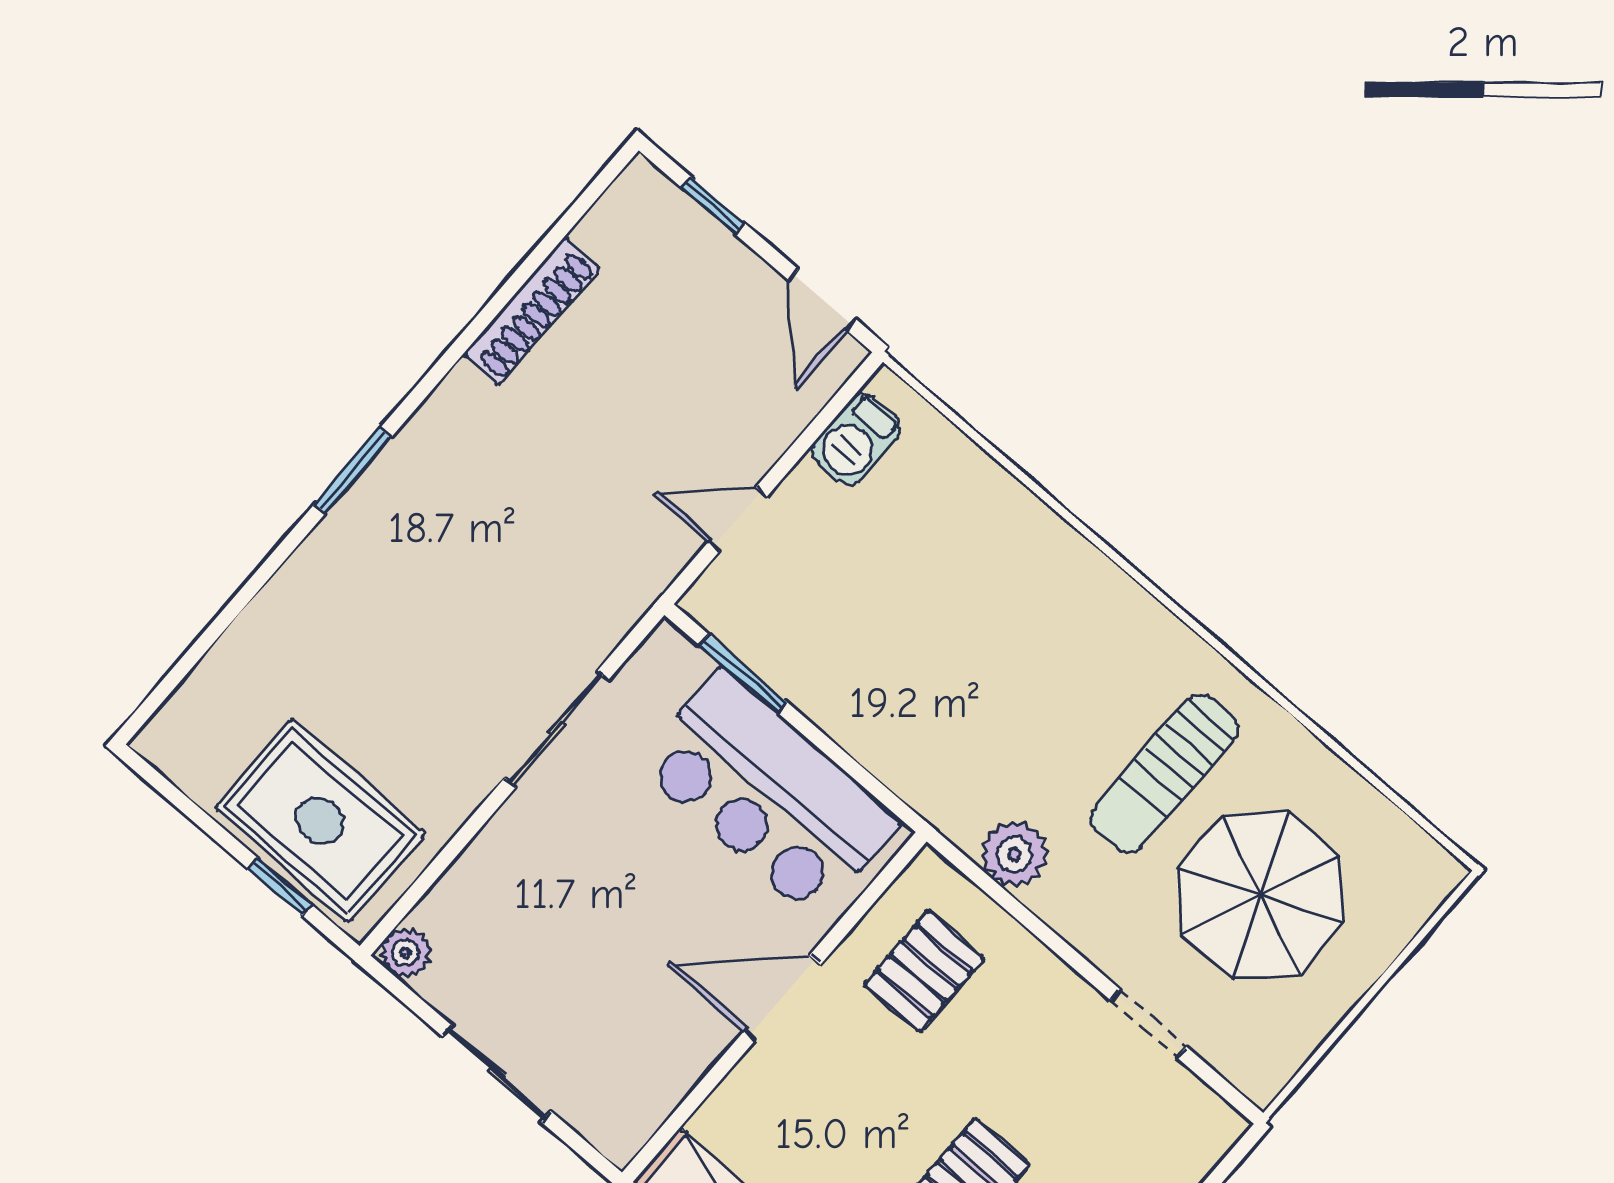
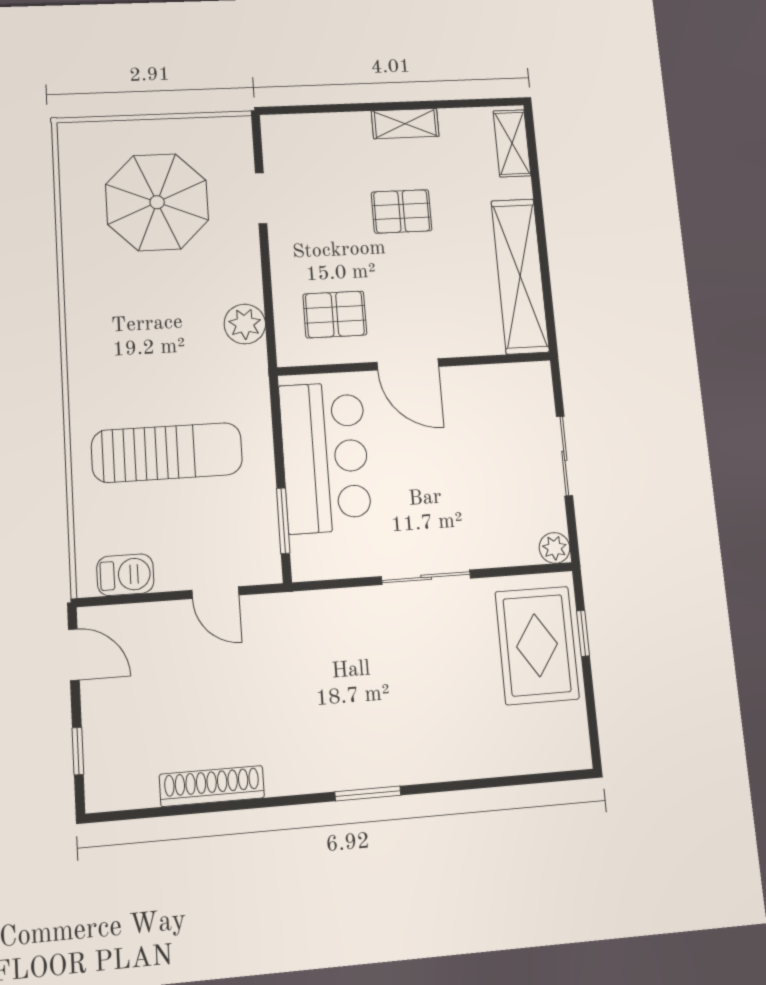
door: (823, 300) -> (74, 655), hinge flipped
sliding door: (557, 729) -> (426, 577), moved
sun lounger: (1164, 774) -> (167, 452), moved, width x1.36, depth x1.34

